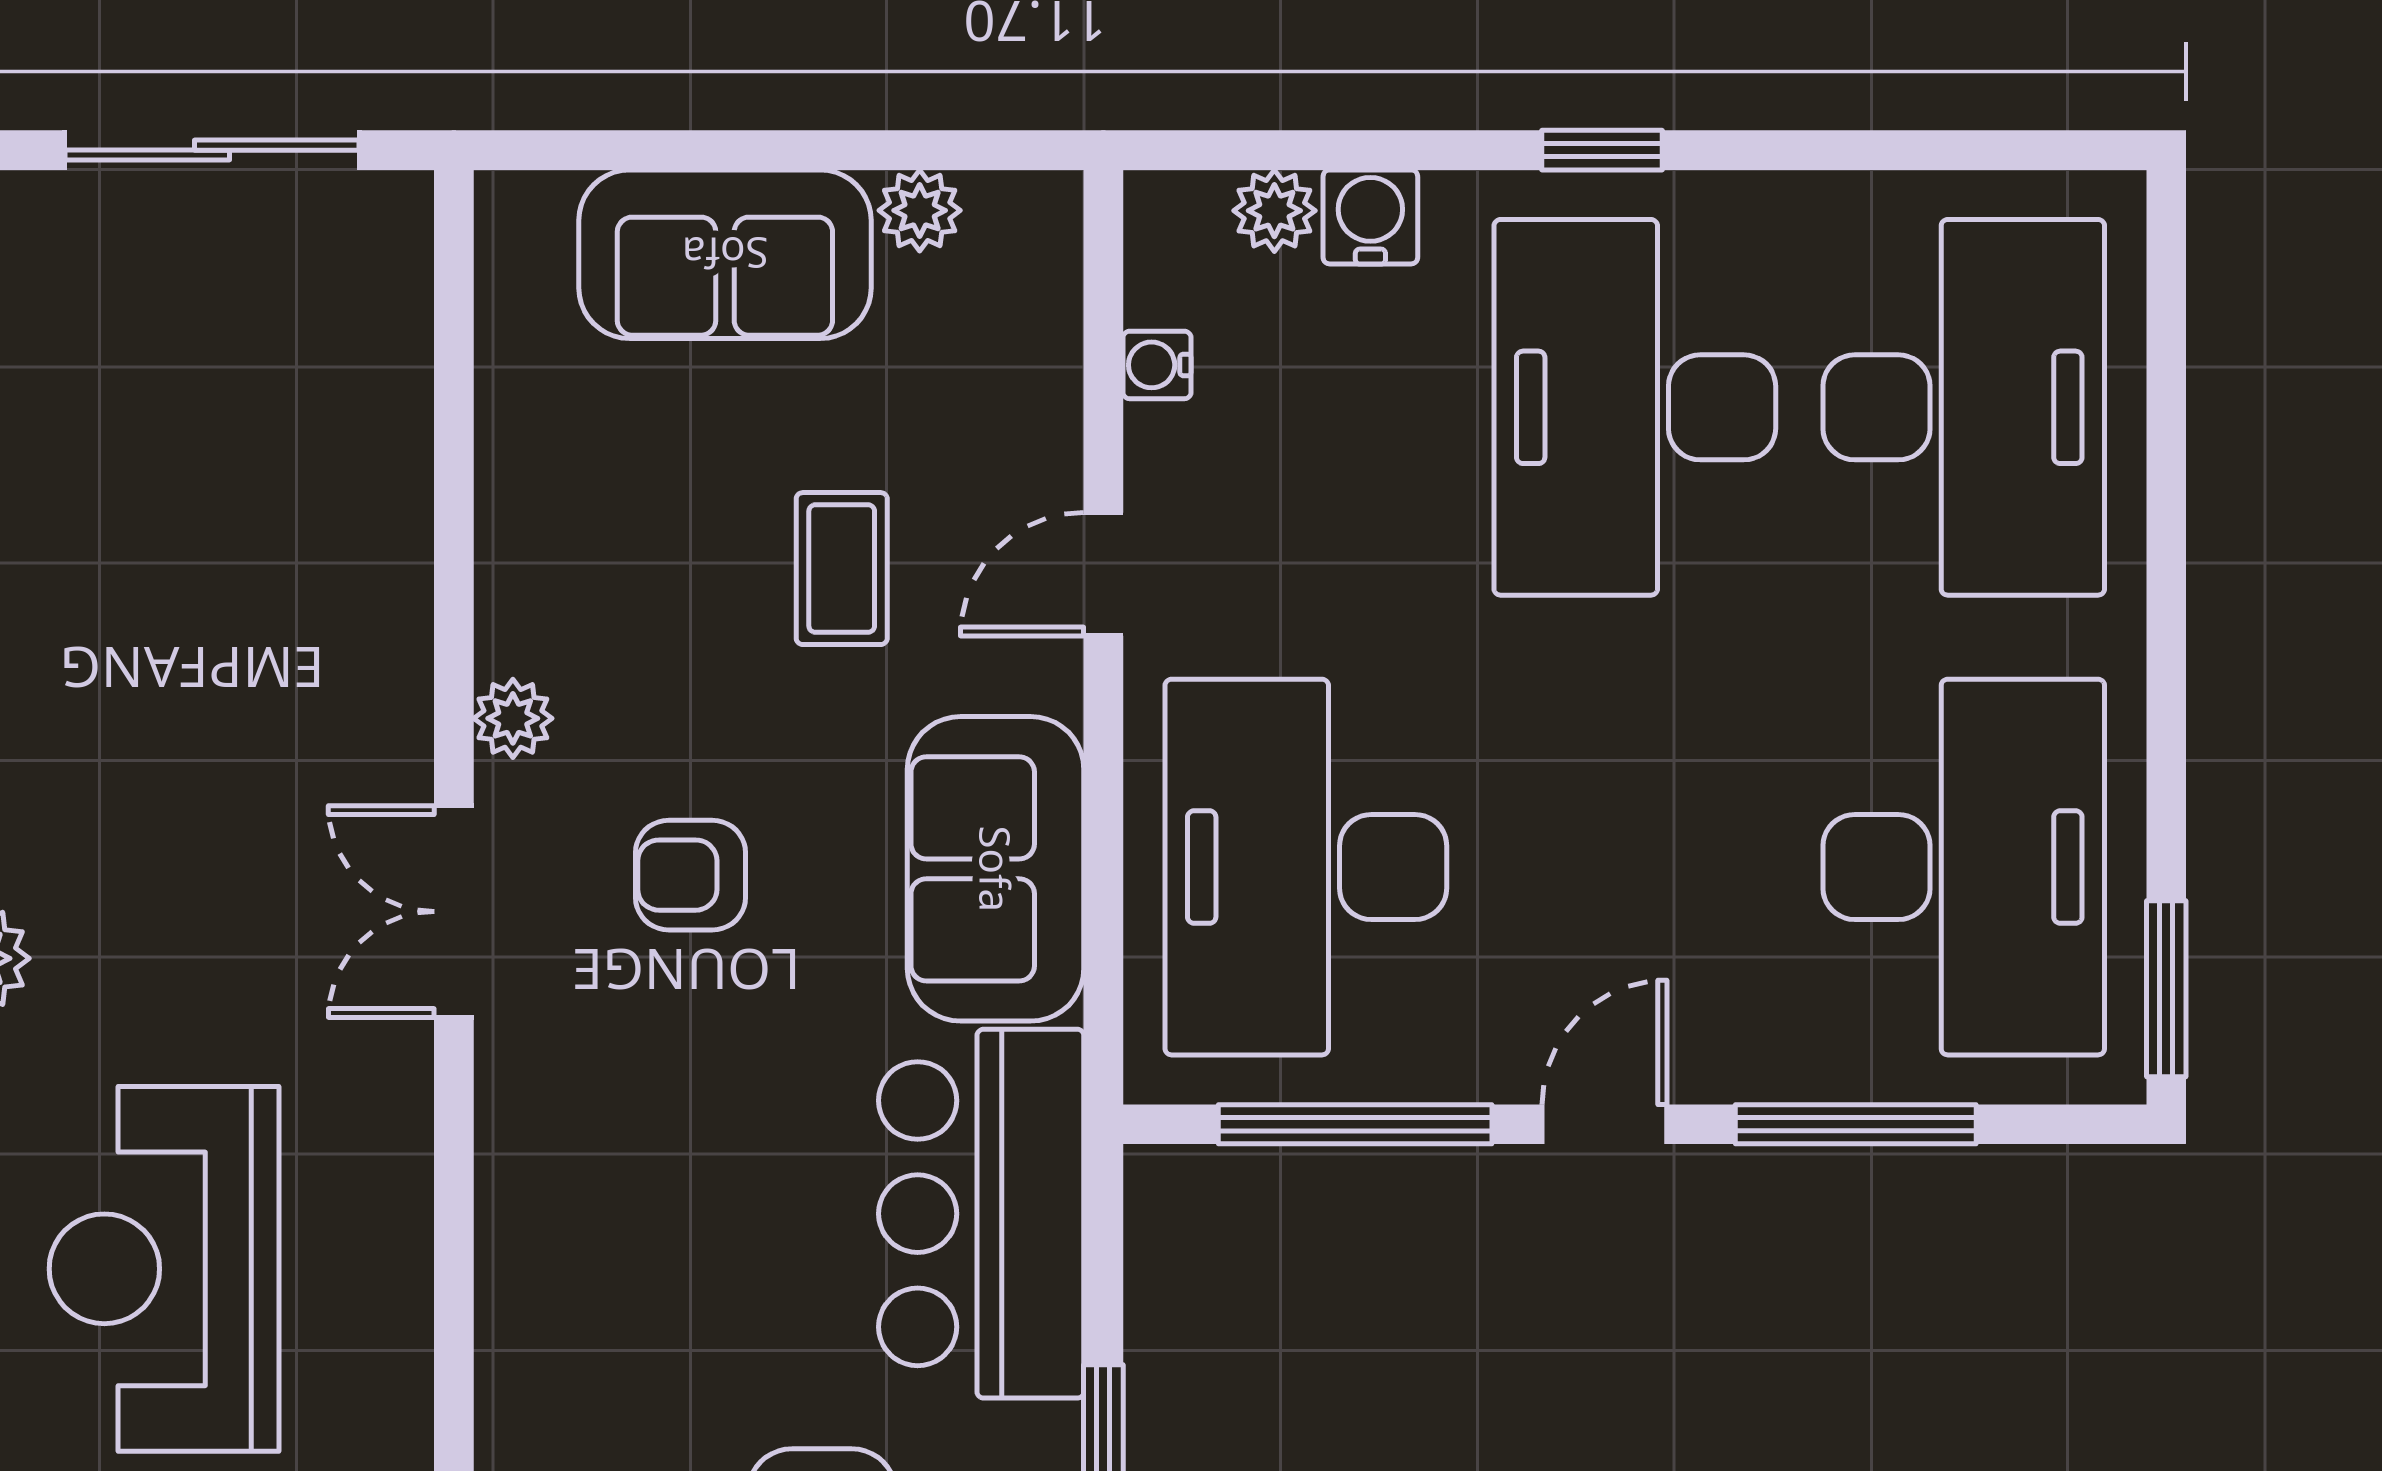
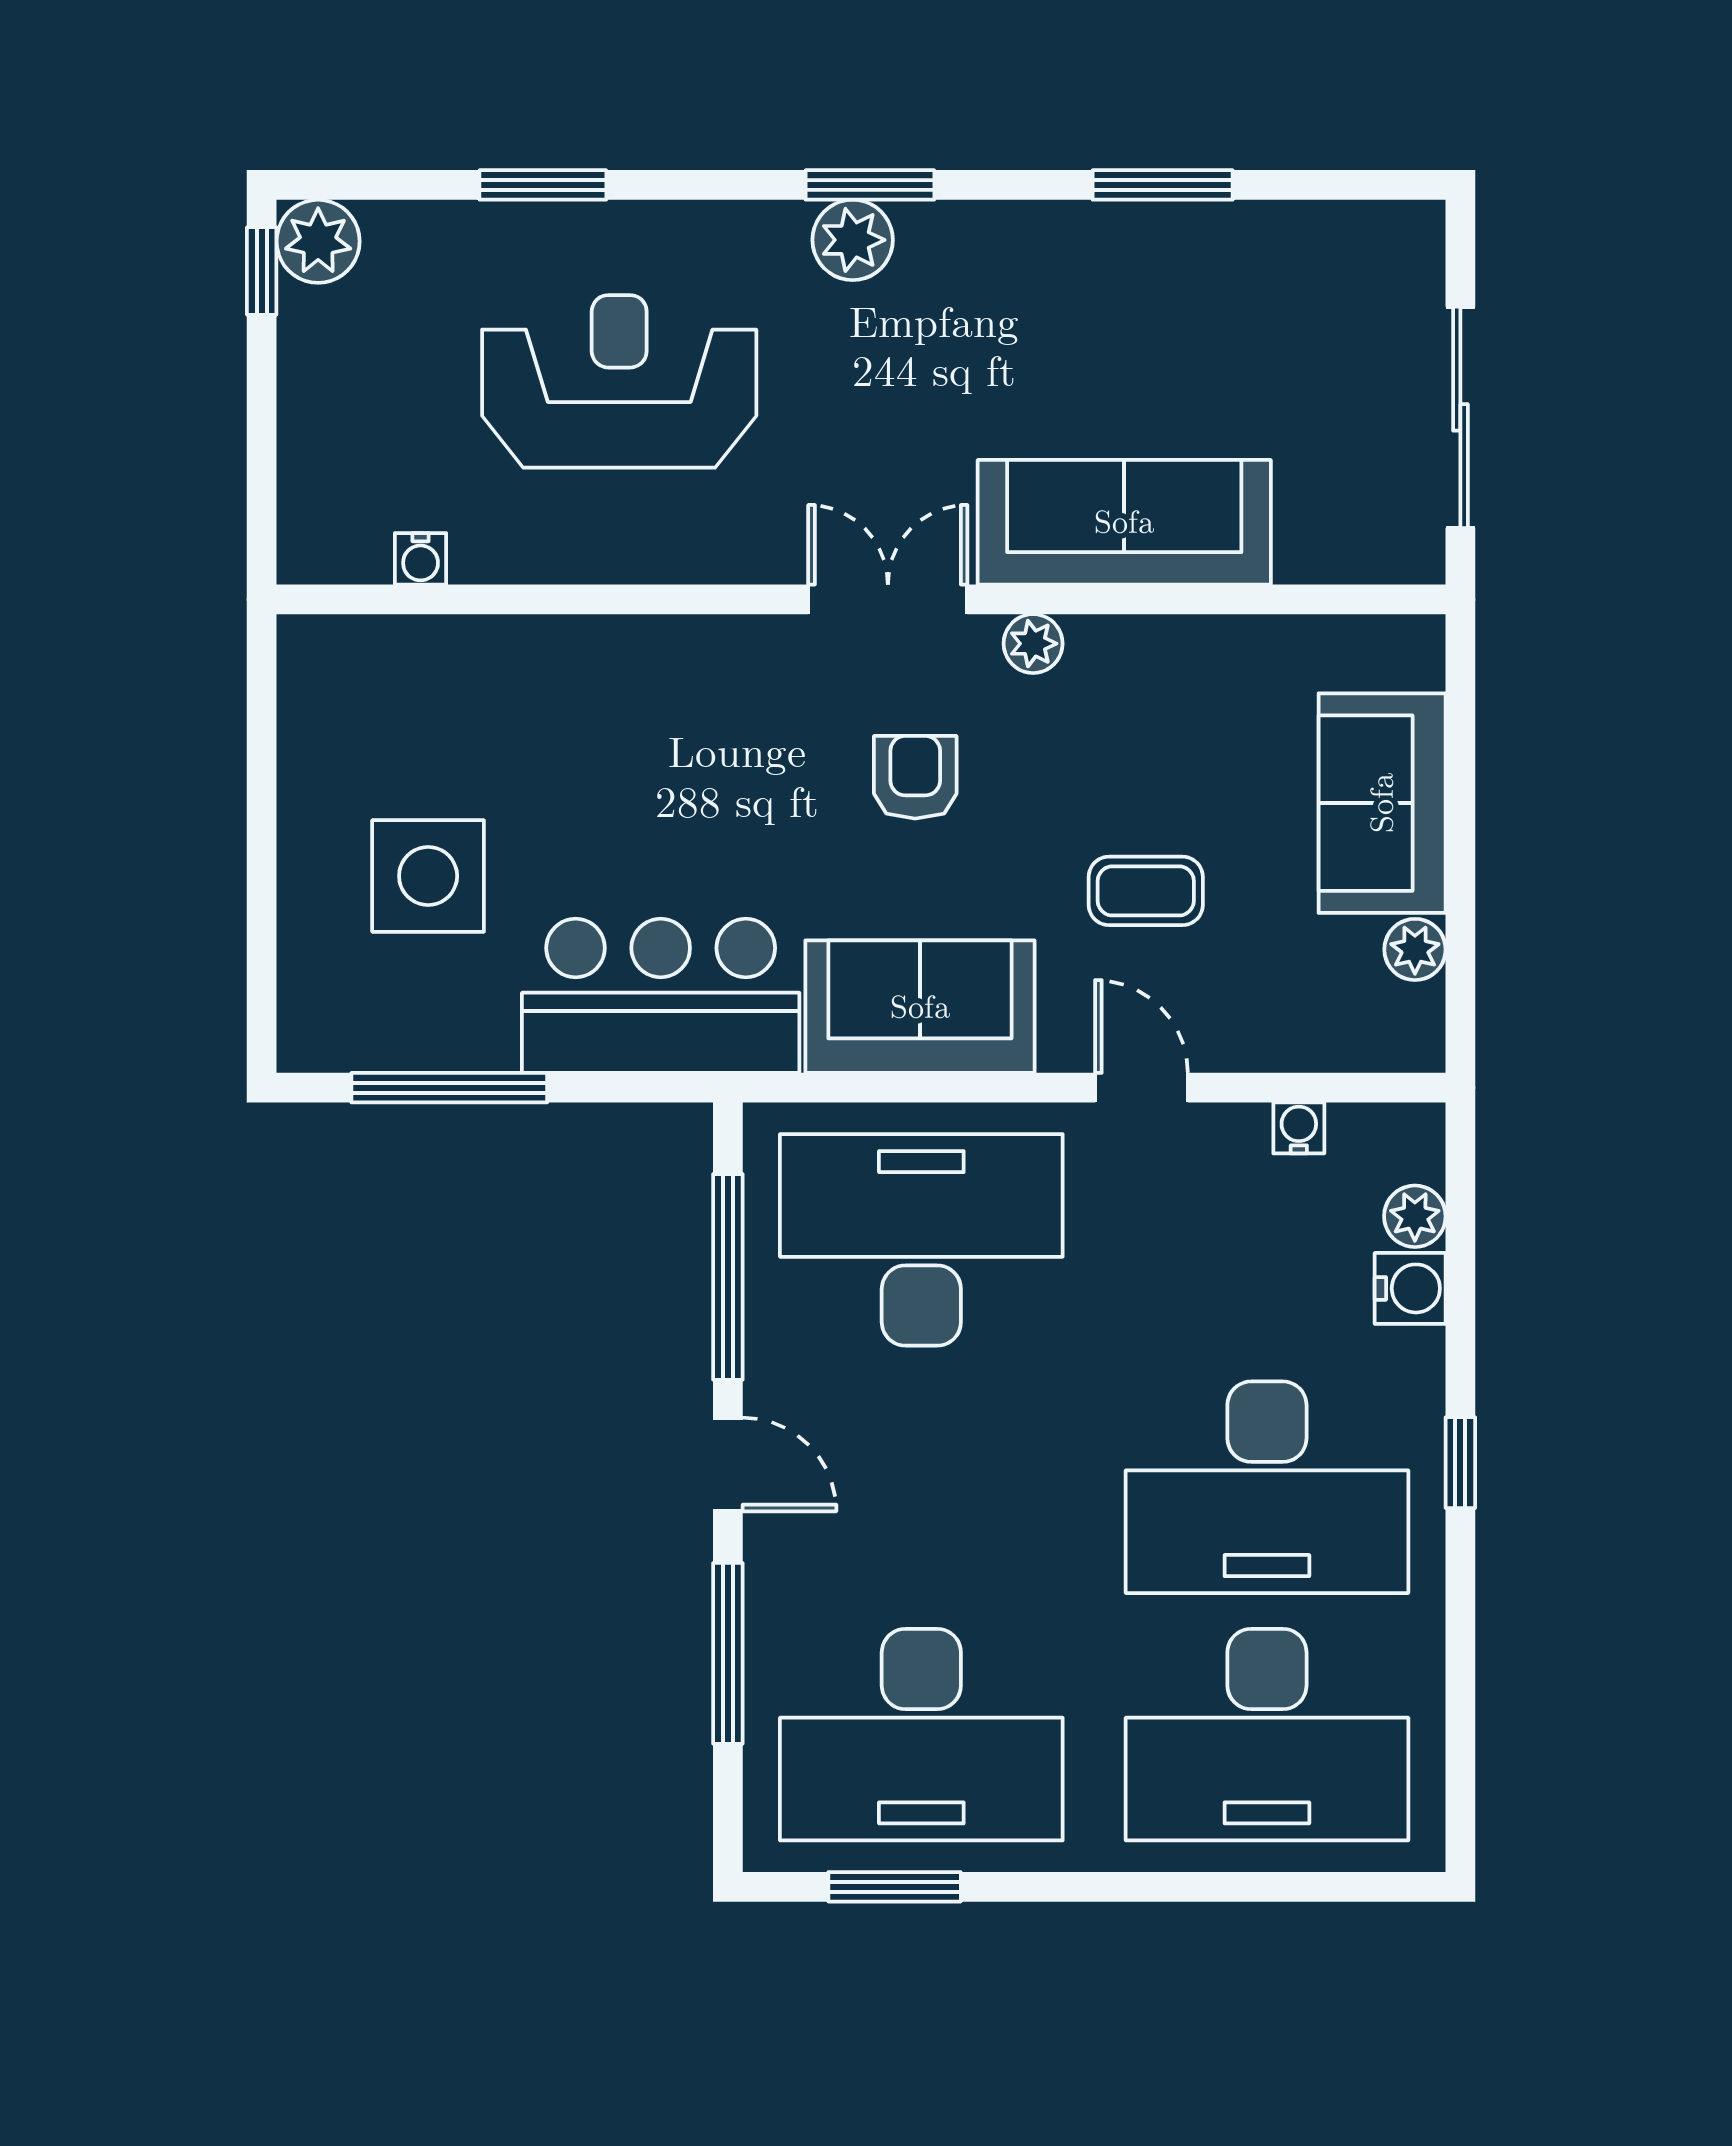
desk: (1635, 407) -> (1267, 1487), turned 180
sofa: (351, 597) -> (1124, 522), added
window: (2166, 989) -> (895, 1887), moved

